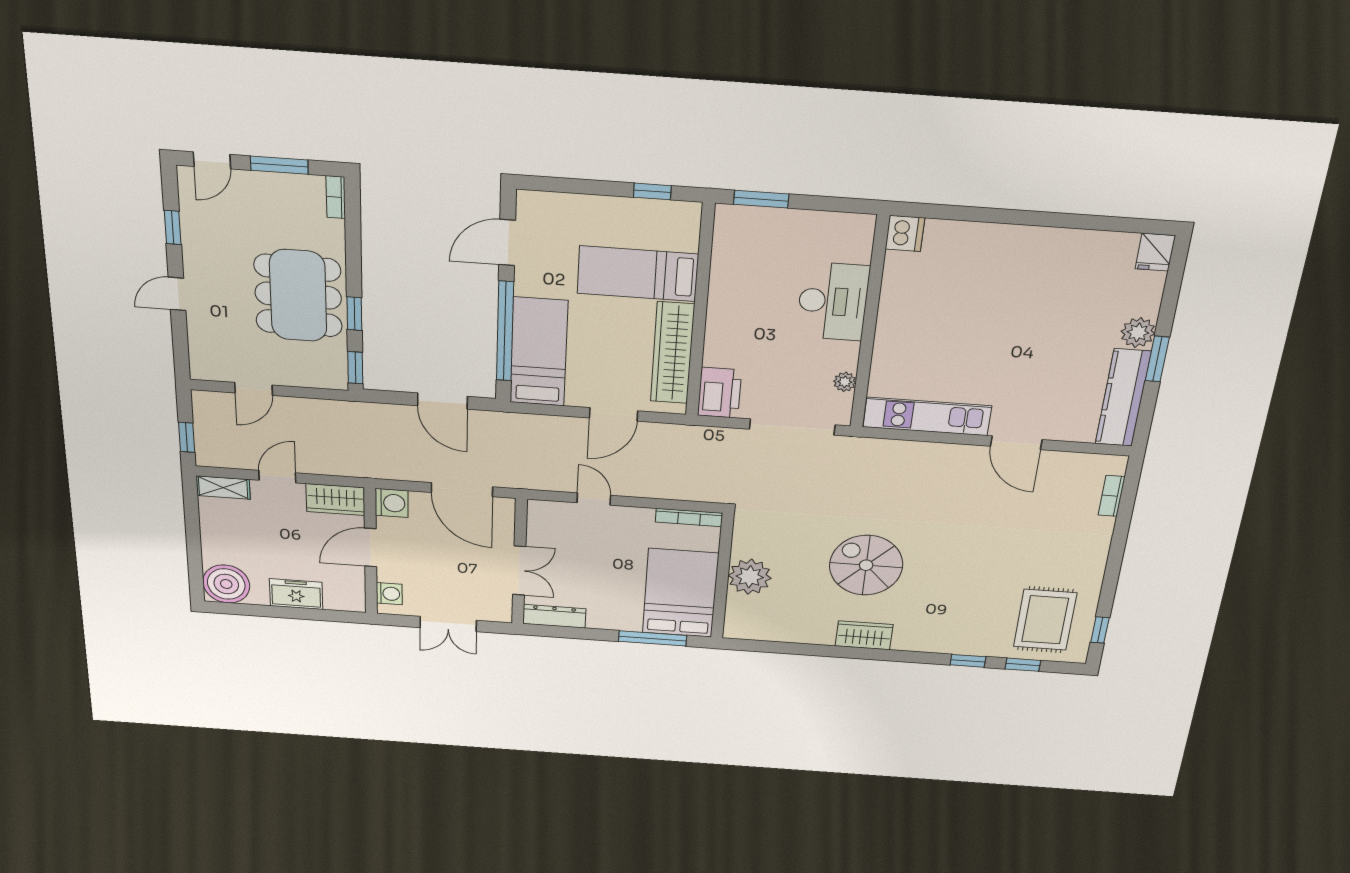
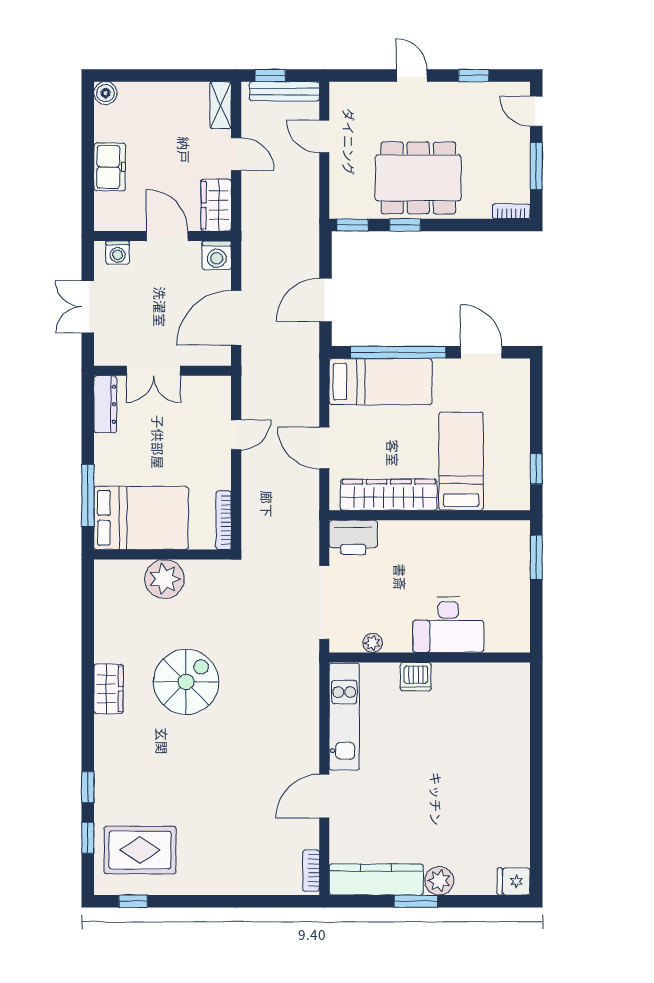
dishwasher: (905, 233) -> (416, 677), moved
bench: (204, 425) -> (285, 91), added
bookcase: (1112, 496) -> (311, 871), moved, turned -90
boiler: (226, 584) -> (105, 93), width x0.54, depth x0.54

